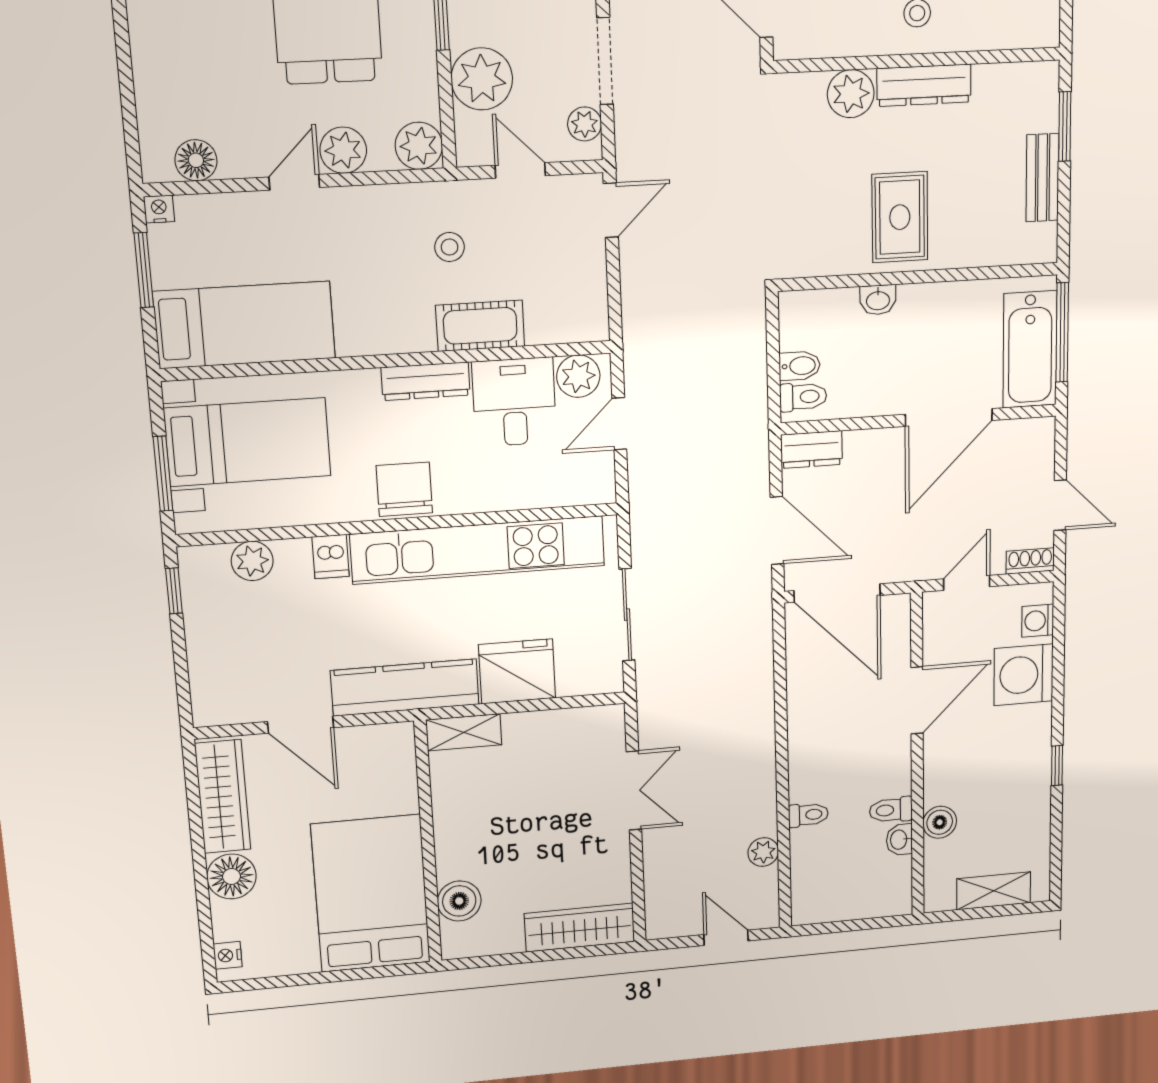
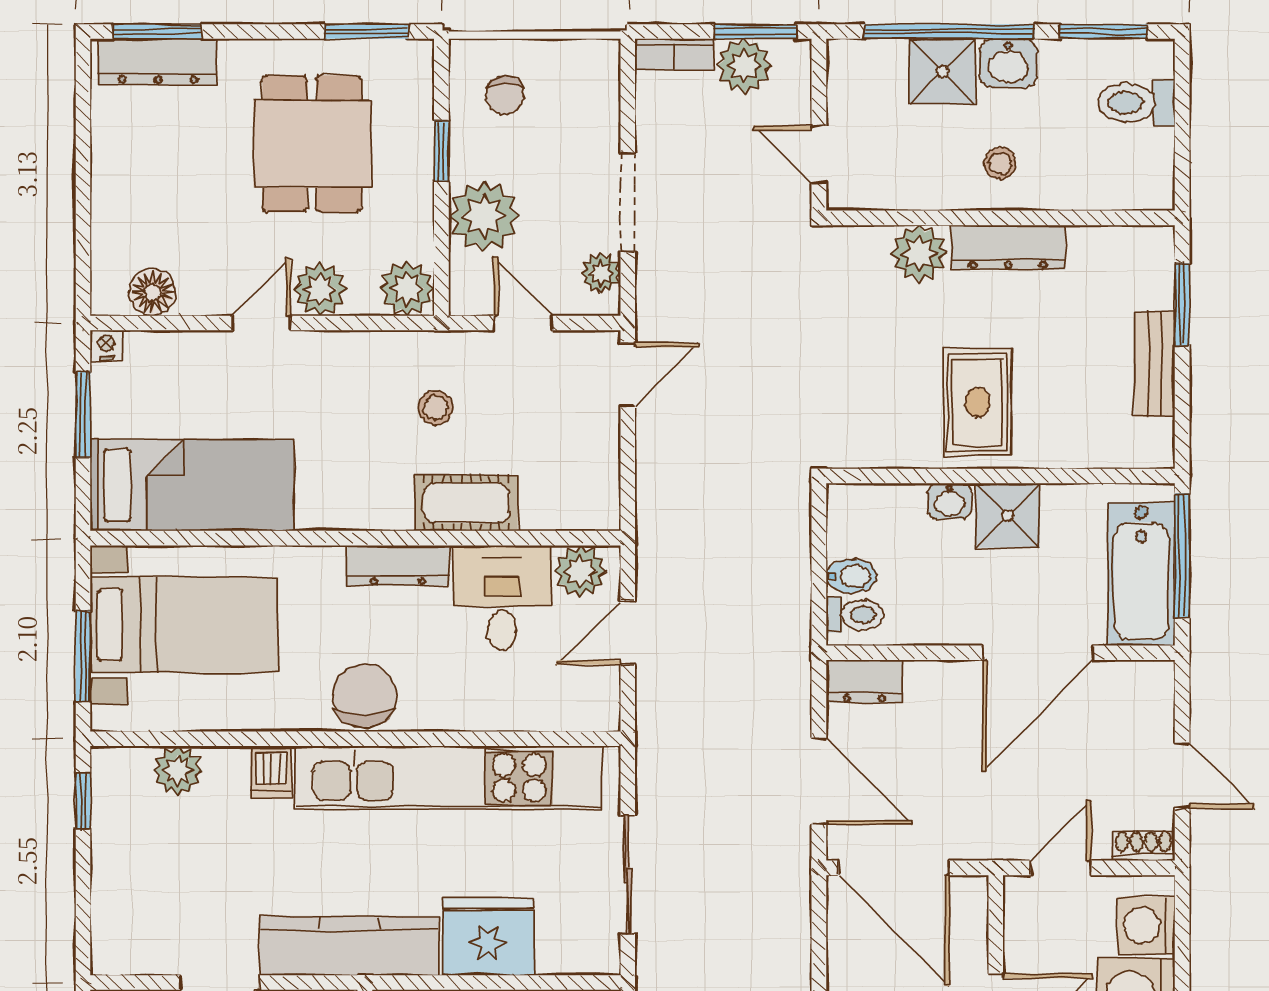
shower: (925, 309) -> (1008, 515), added
washing machine: (1038, 621) -> (1146, 925), width x1.38, depth x1.38

